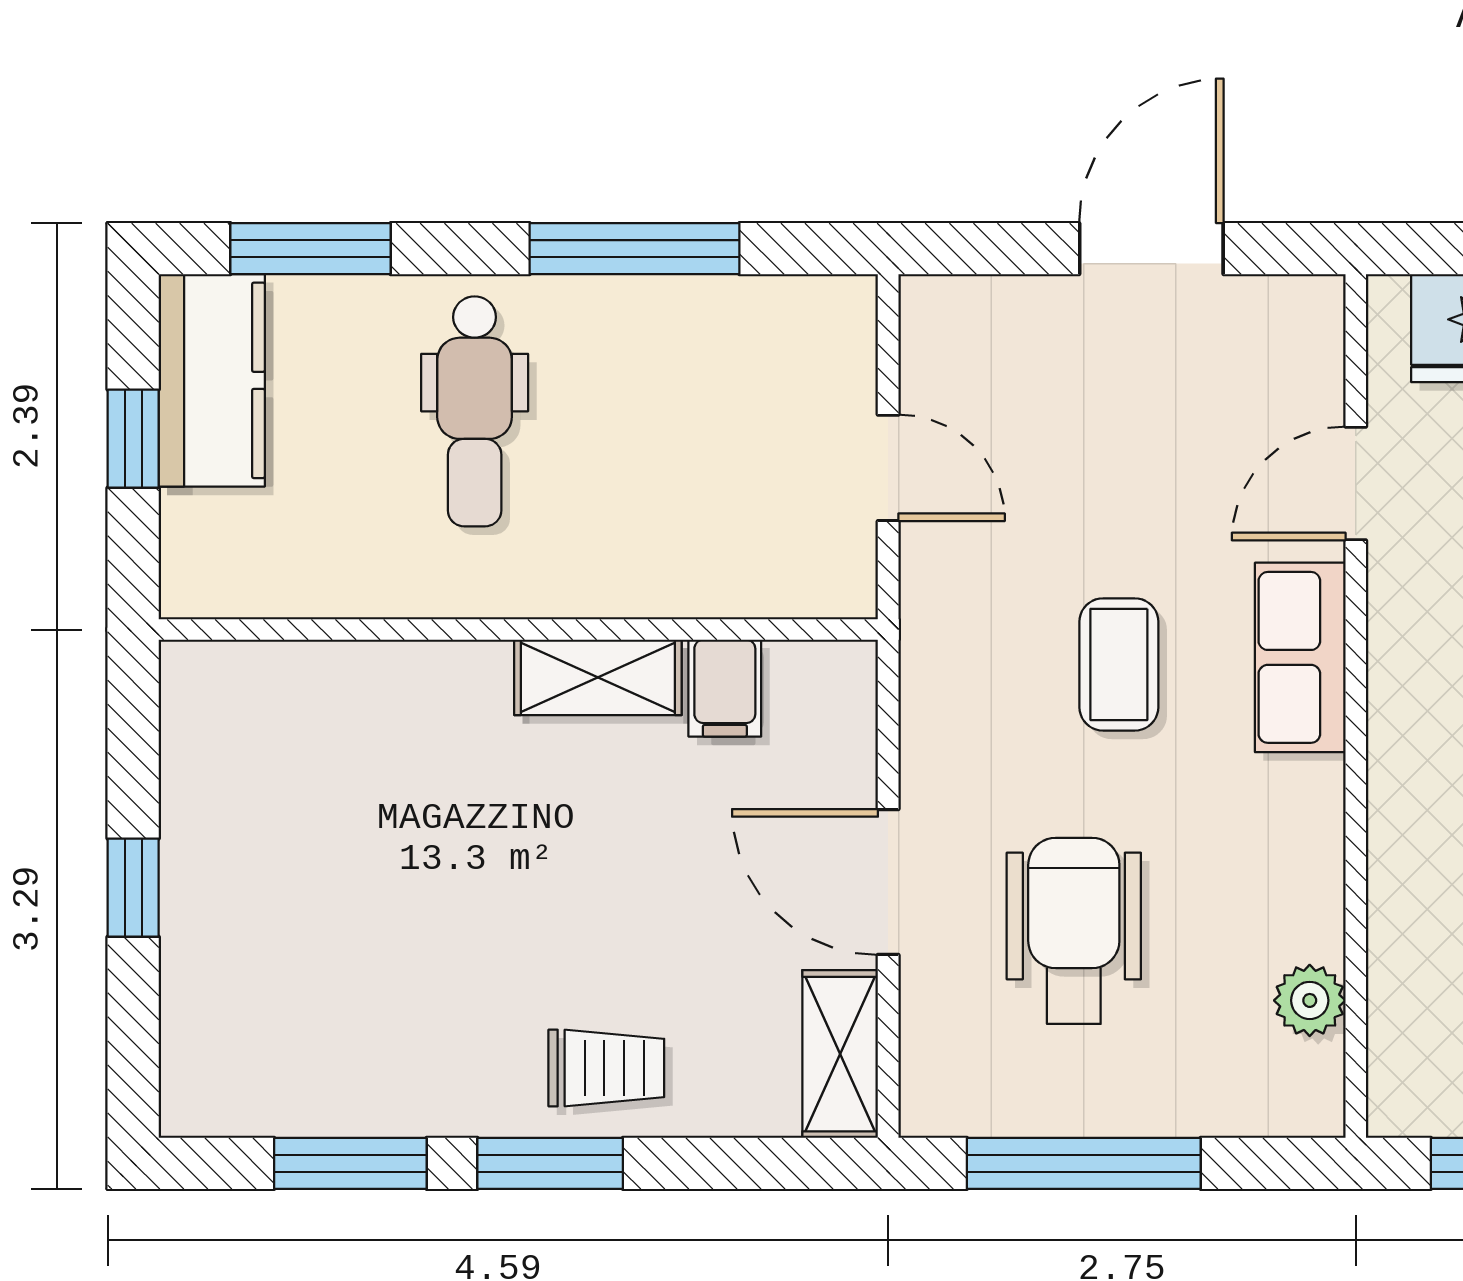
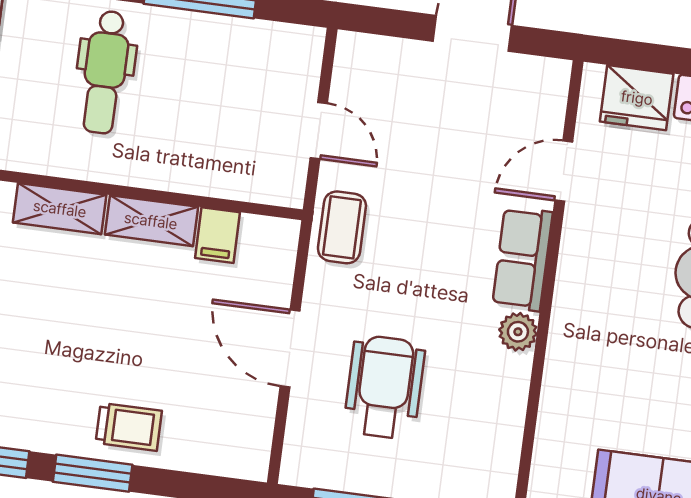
coffee table: (1119, 664) -> (342, 227), moved
plant: (1310, 1000) -> (518, 332), moved
shelving: (840, 1054) -> (60, 209), moved, turned 90

